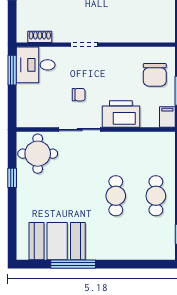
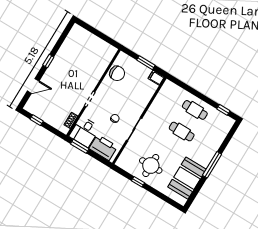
chair: (155, 75) -> (117, 73), moved
printer: (121, 114) -> (103, 148), moved, turned 90
round table: (38, 154) -> (151, 166), moved
window: (73, 264) -> (212, 165), moved

